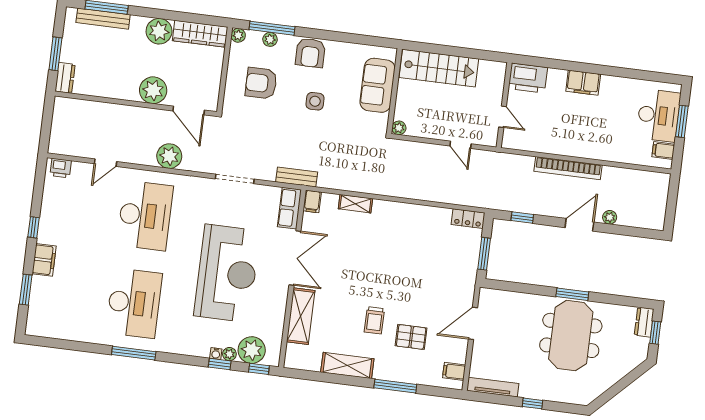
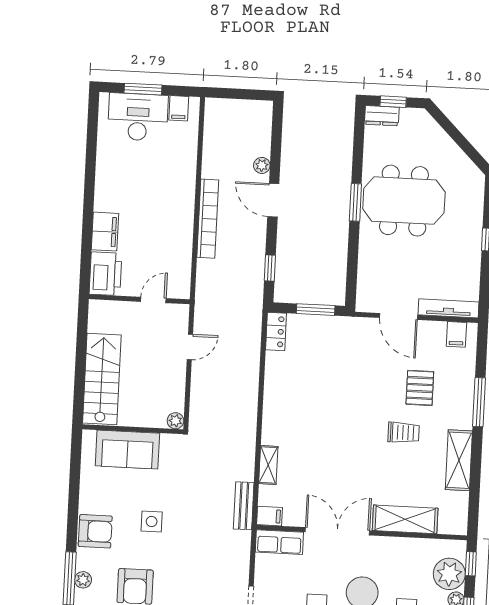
filing cabinet: (583, 83) -> (105, 232), moved
bench: (297, 177) -> (244, 506), moved
tv unit: (493, 387) -> (449, 308), moved, turned 90

